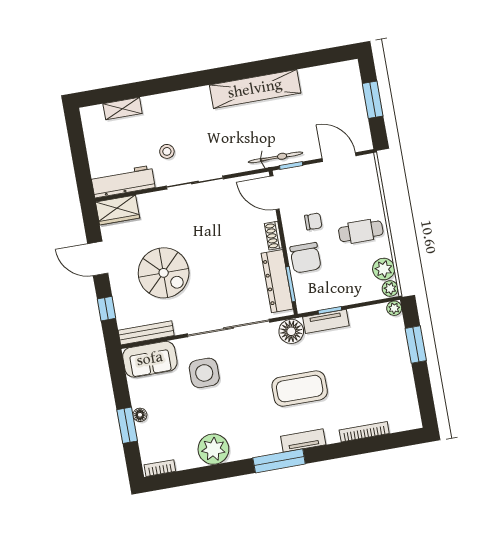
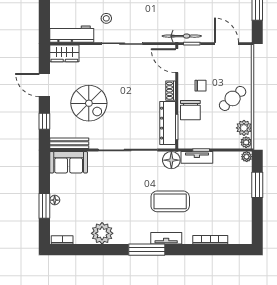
cafe table: (361, 231) -> (233, 98), turned -41
side table: (204, 373) -> (105, 179), removed

